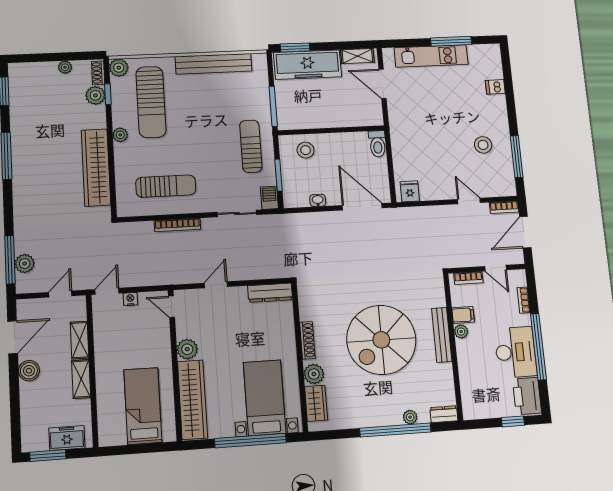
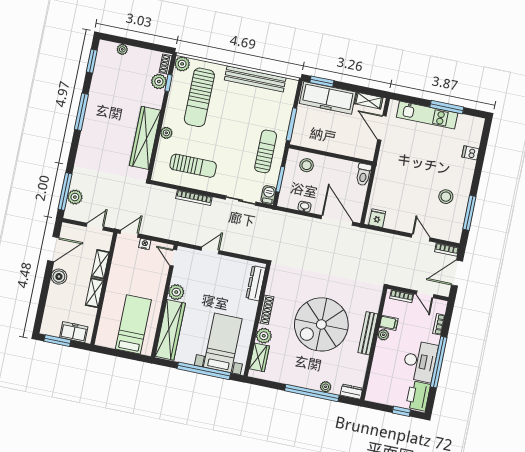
plant: (65, 67) -> (122, 49), moved
plant: (120, 135) -> (166, 133), moved
dresser: (270, 293) -> (256, 283), moved, turned 90

